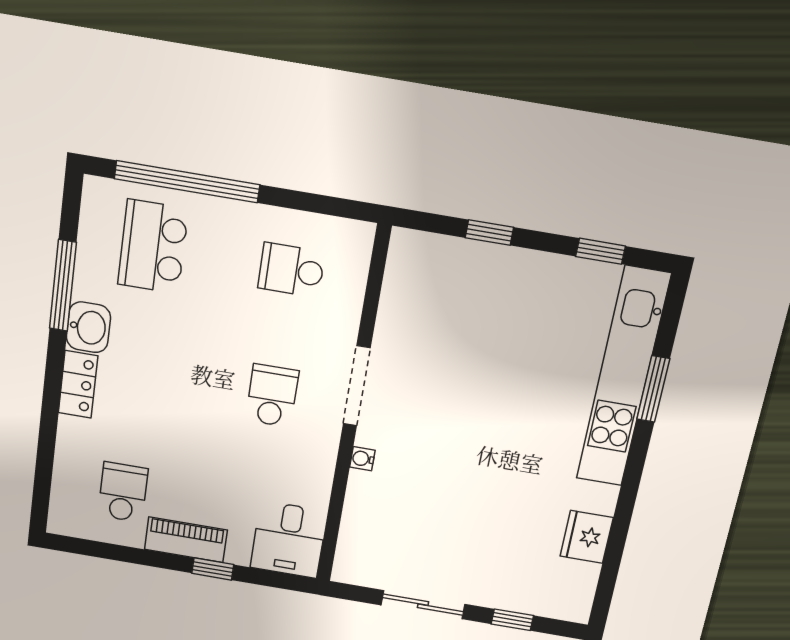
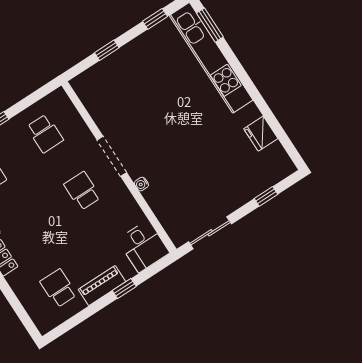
school desk: (291, 270) -> (45, 133), turned -90
window: (653, 389) -> (210, 25), moved
sliding door: (423, 605) -> (210, 233), moved

